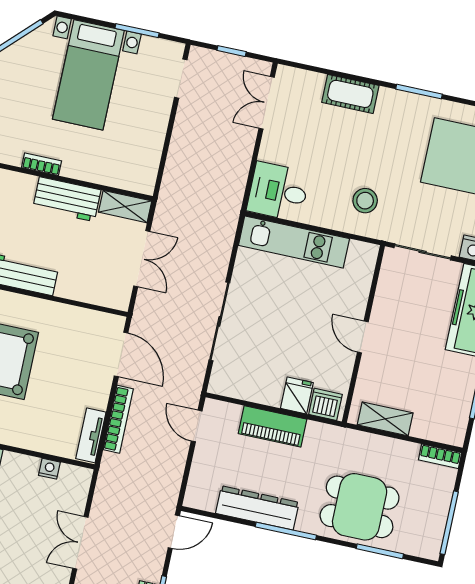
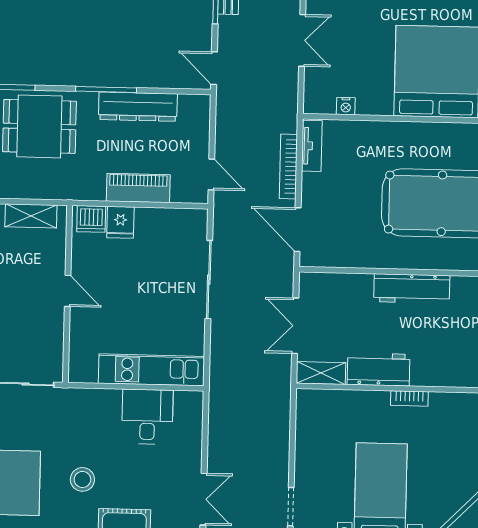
desk: (278, 192) -> (147, 417), moved, turned -90
stool: (365, 201) -> (82, 479), moved
door: (174, 532) -> (214, 68), hinge flipped

